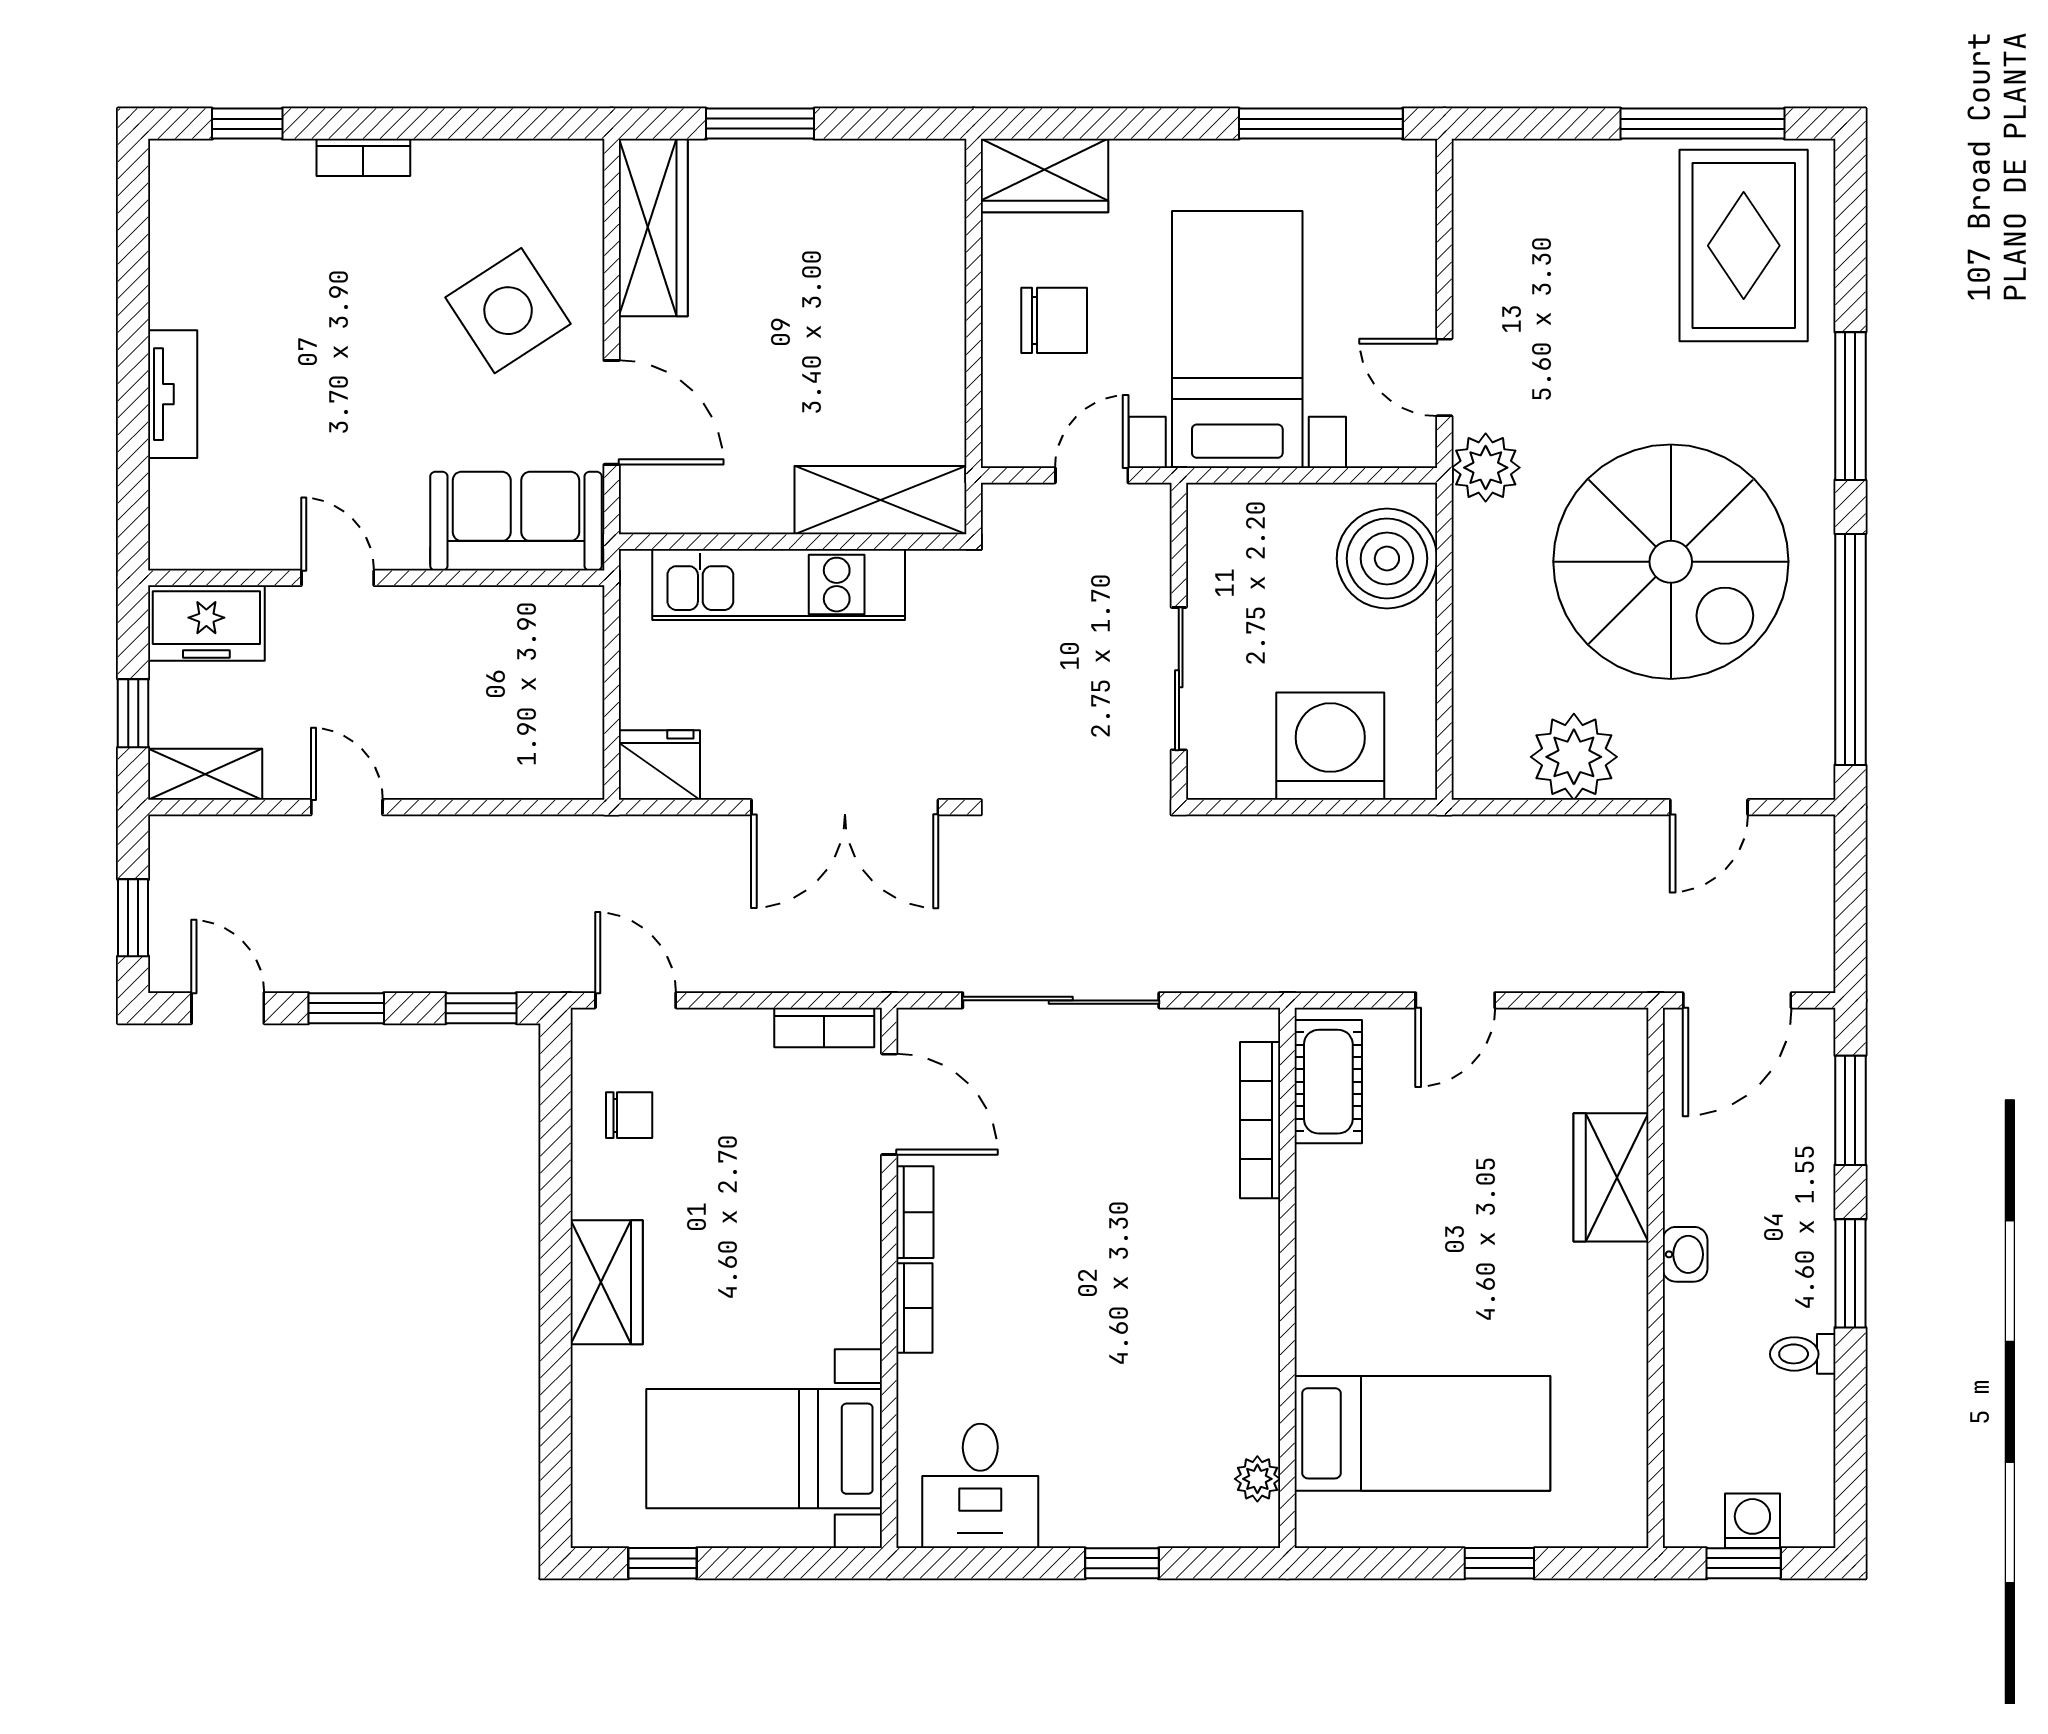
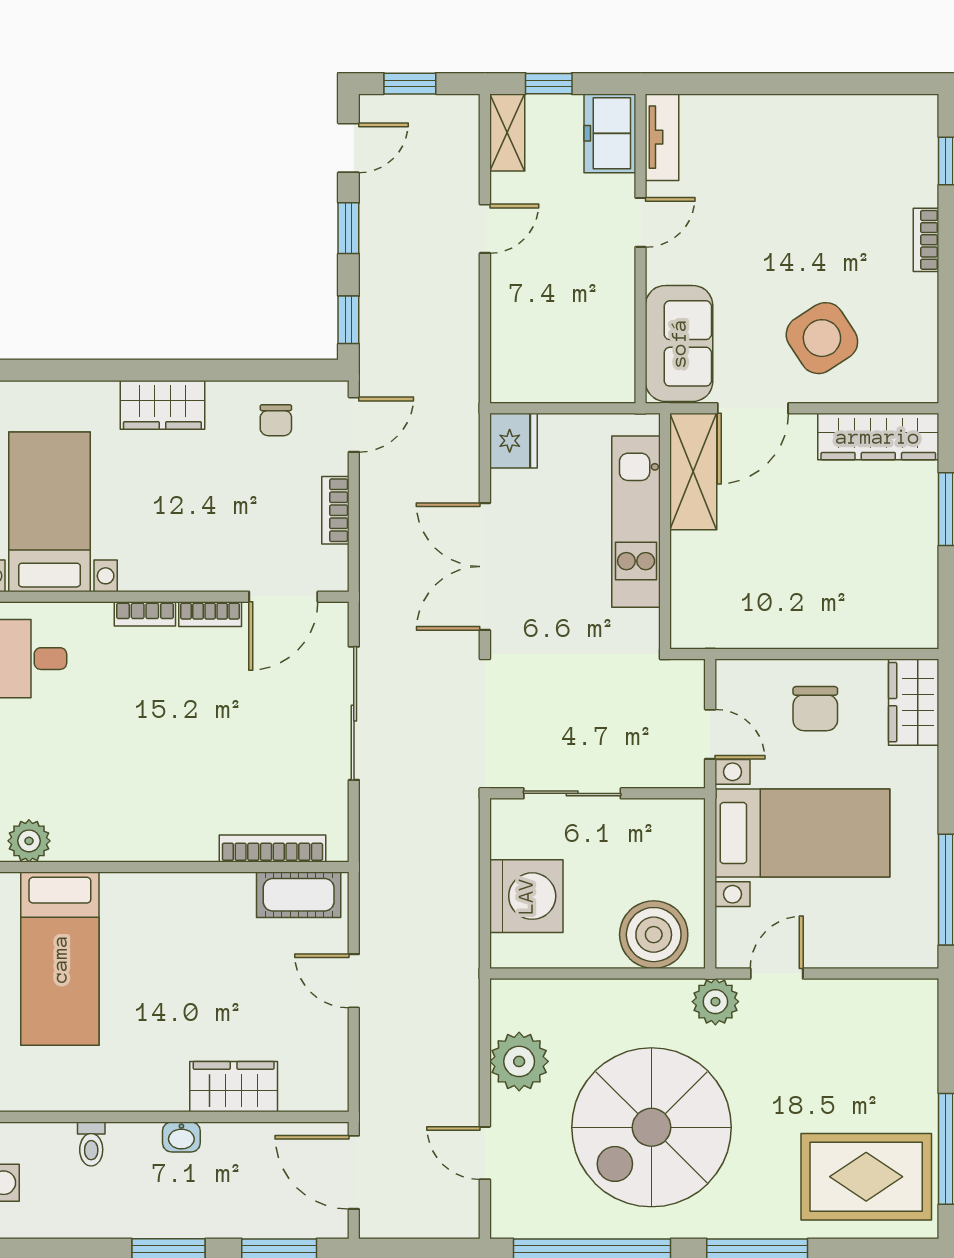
tv unit: (173, 394) -> (662, 137), moved, turned -90
shelving: (881, 500) -> (693, 472), moved
bookcase: (824, 1028) -> (335, 510), moved
toilet: (1803, 1354) -> (91, 1144), moved, turned 180
plant: (1257, 1479) -> (29, 841), width x1.38, depth x1.38

